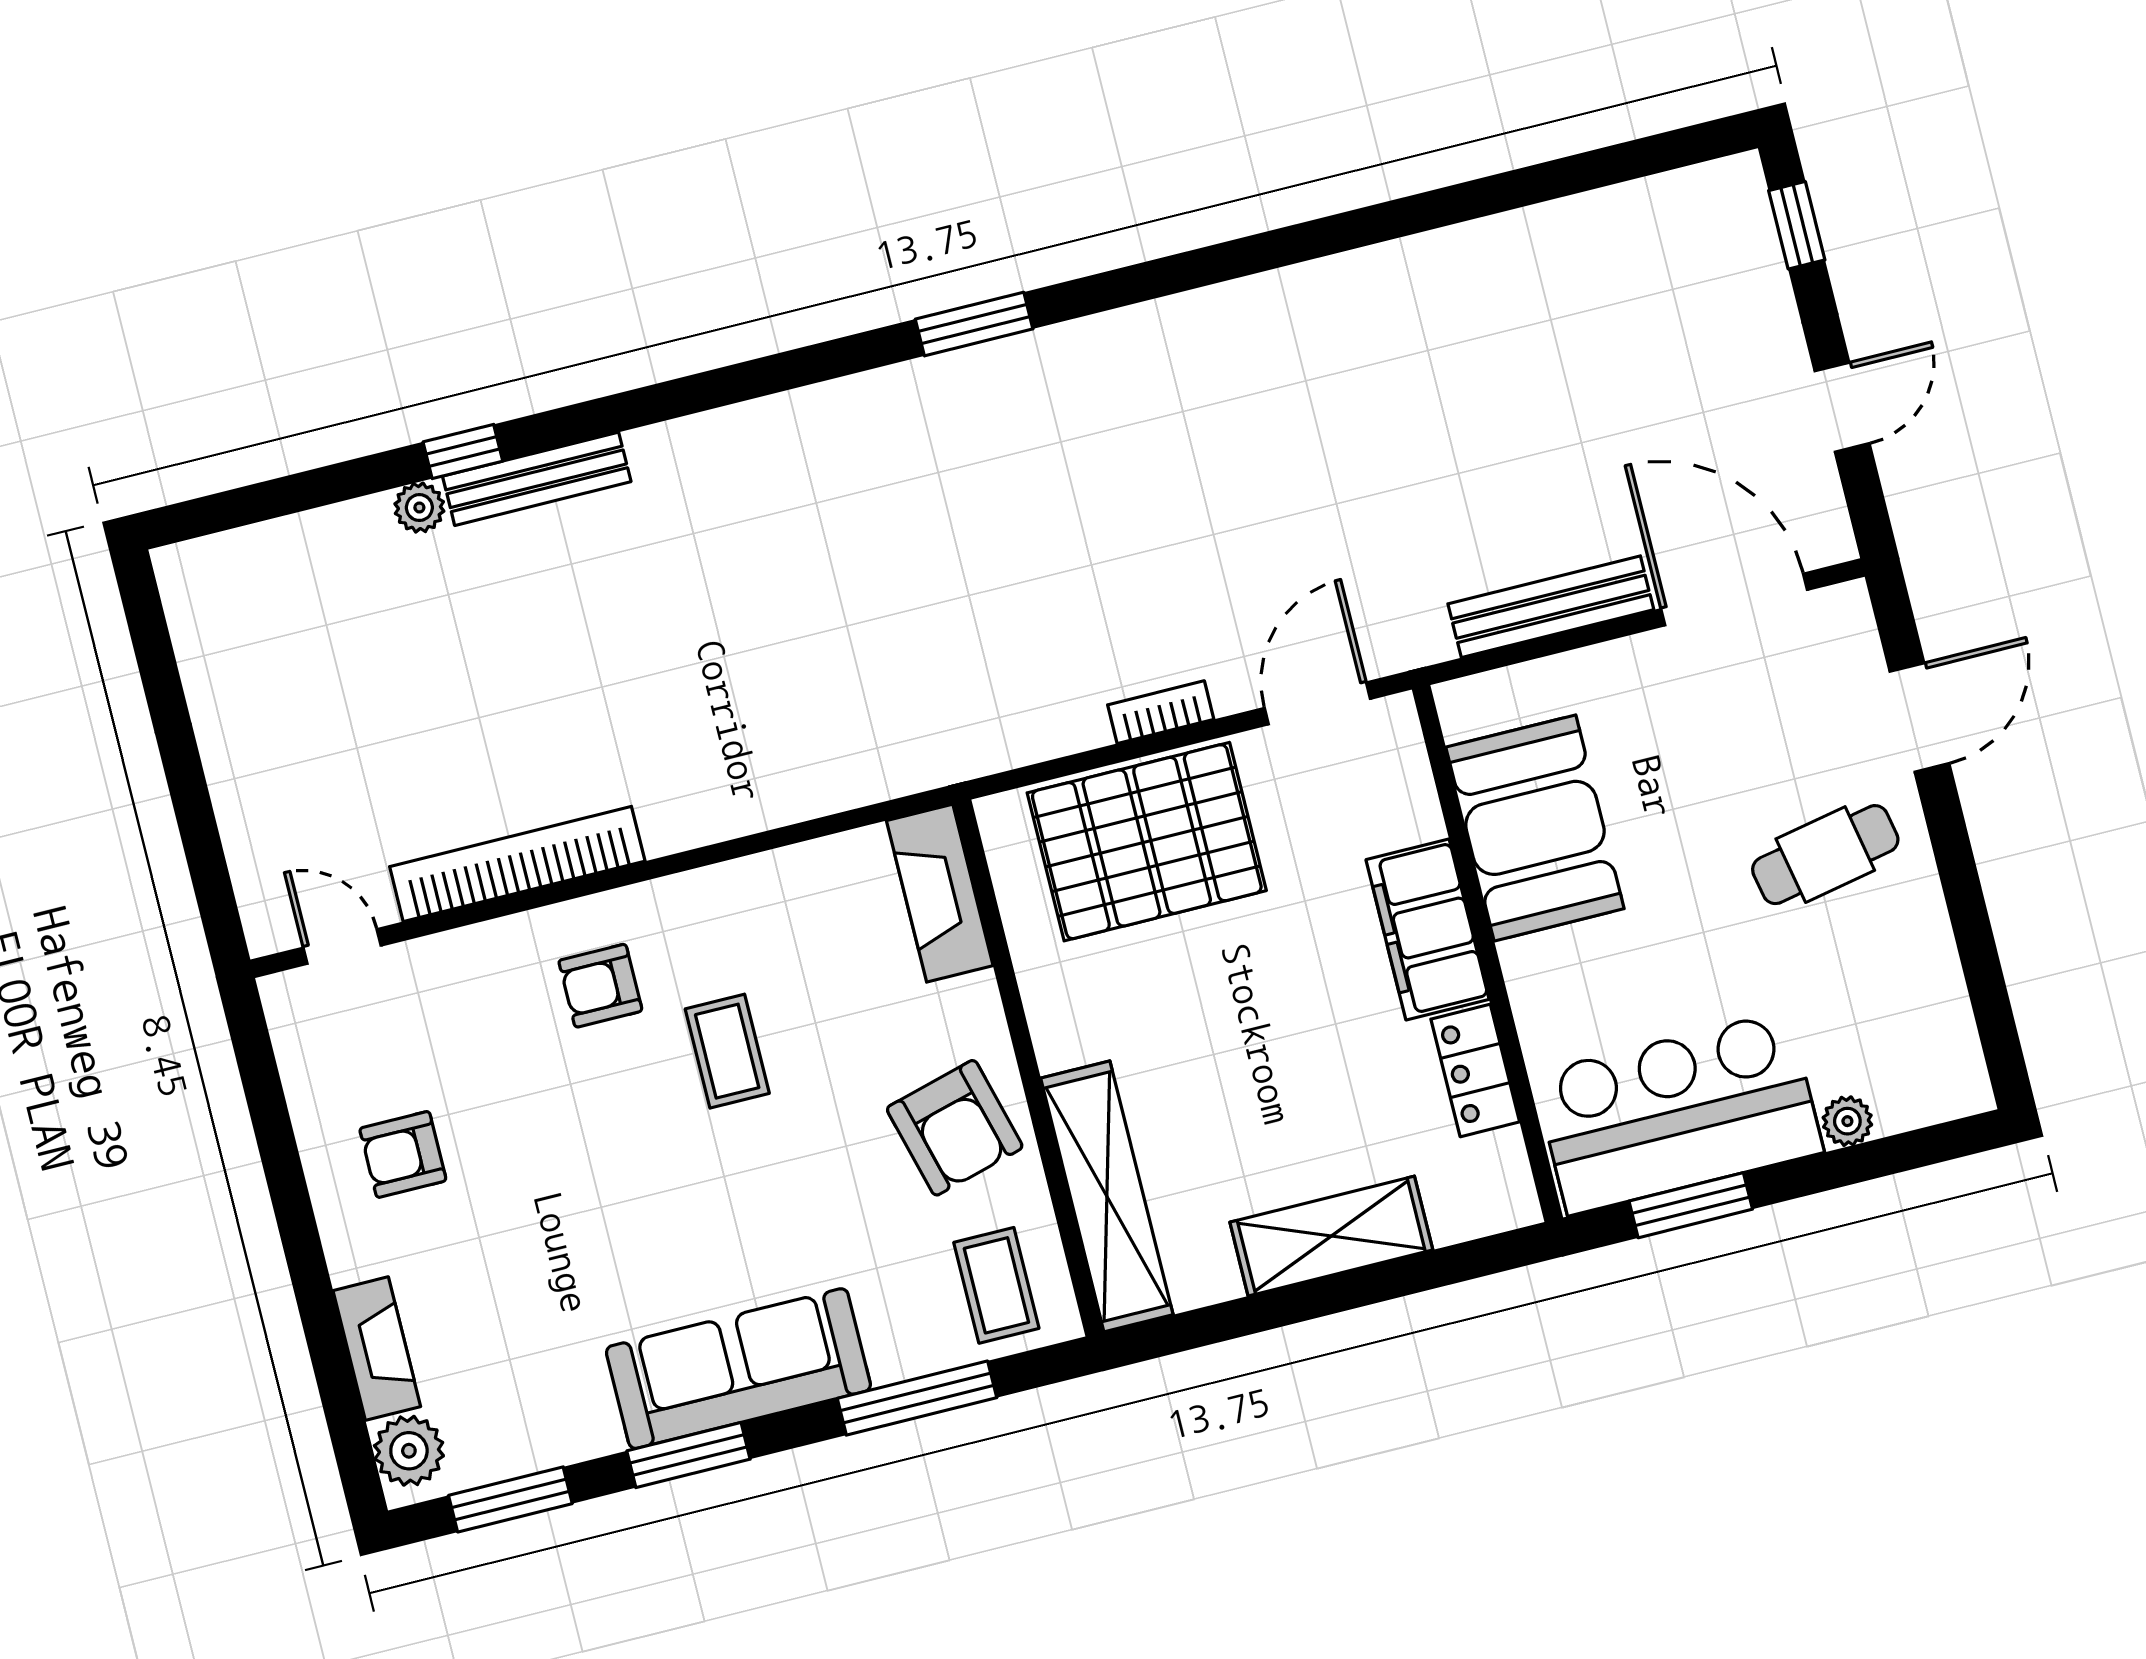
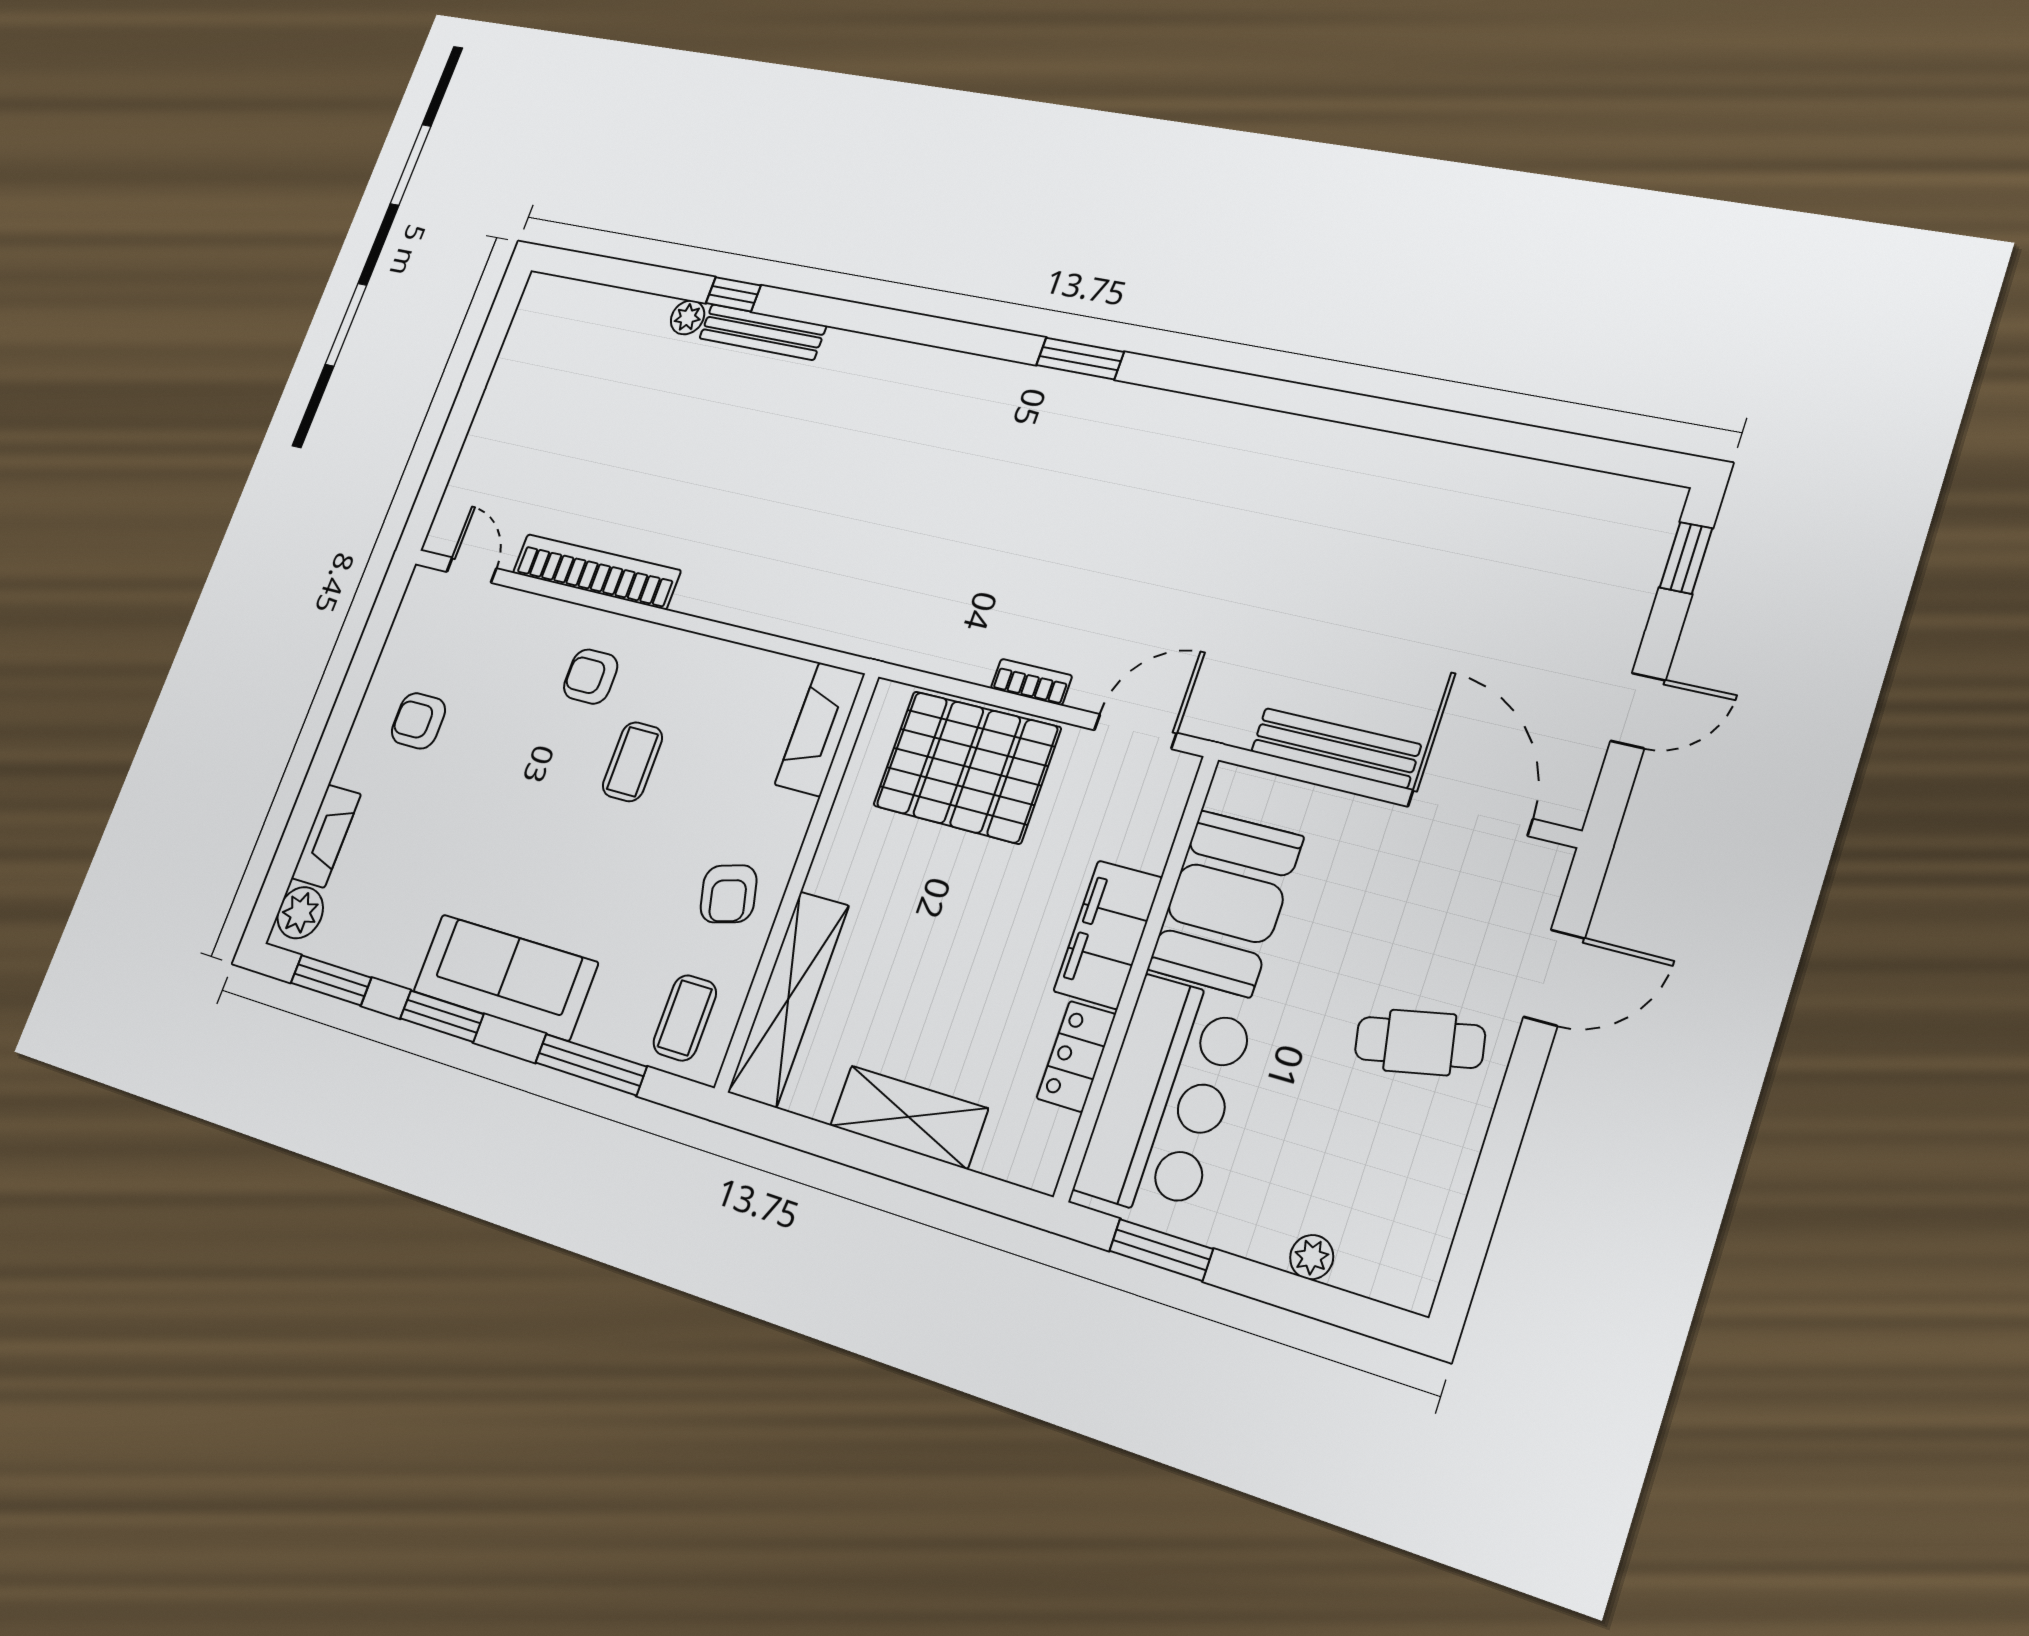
bar counter: (1678, 1113) -> (1166, 1098), moved, turned 90
armchair: (955, 1128) -> (729, 894), width x0.72, depth x0.72

